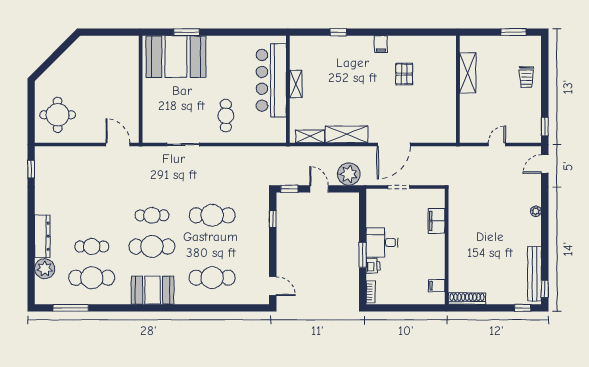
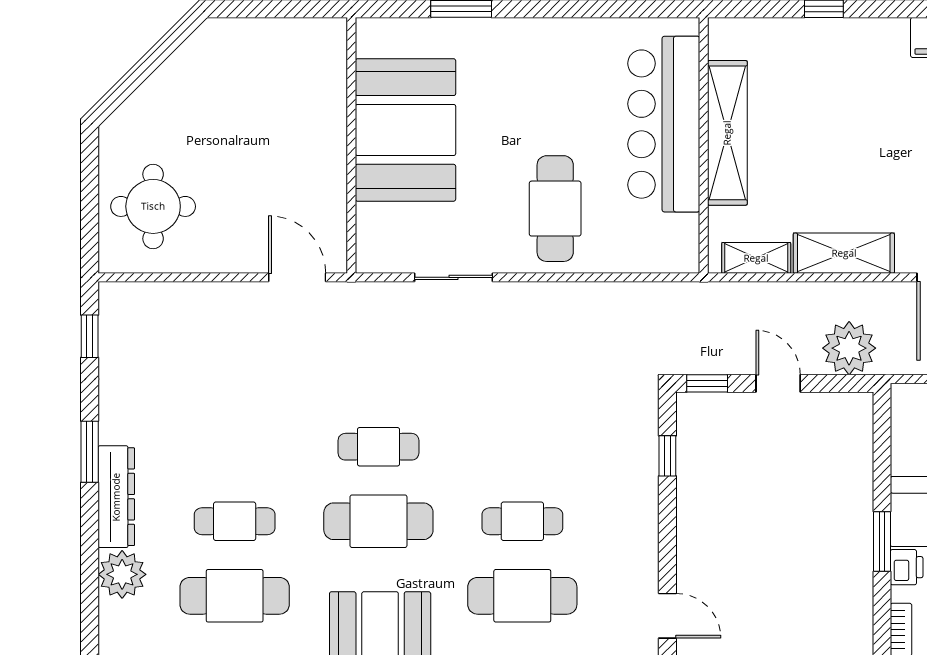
booth: (176, 57) -> (405, 130), moved, turned 90
shelving: (296, 84) -> (727, 133), width x2.20, depth x1.33
cafe table: (226, 116) -> (555, 209), width x1.37, depth x1.35
cafe table: (212, 215) -> (522, 521), moved, width x0.73, depth x0.74
window: (31, 217) -> (90, 452), added

